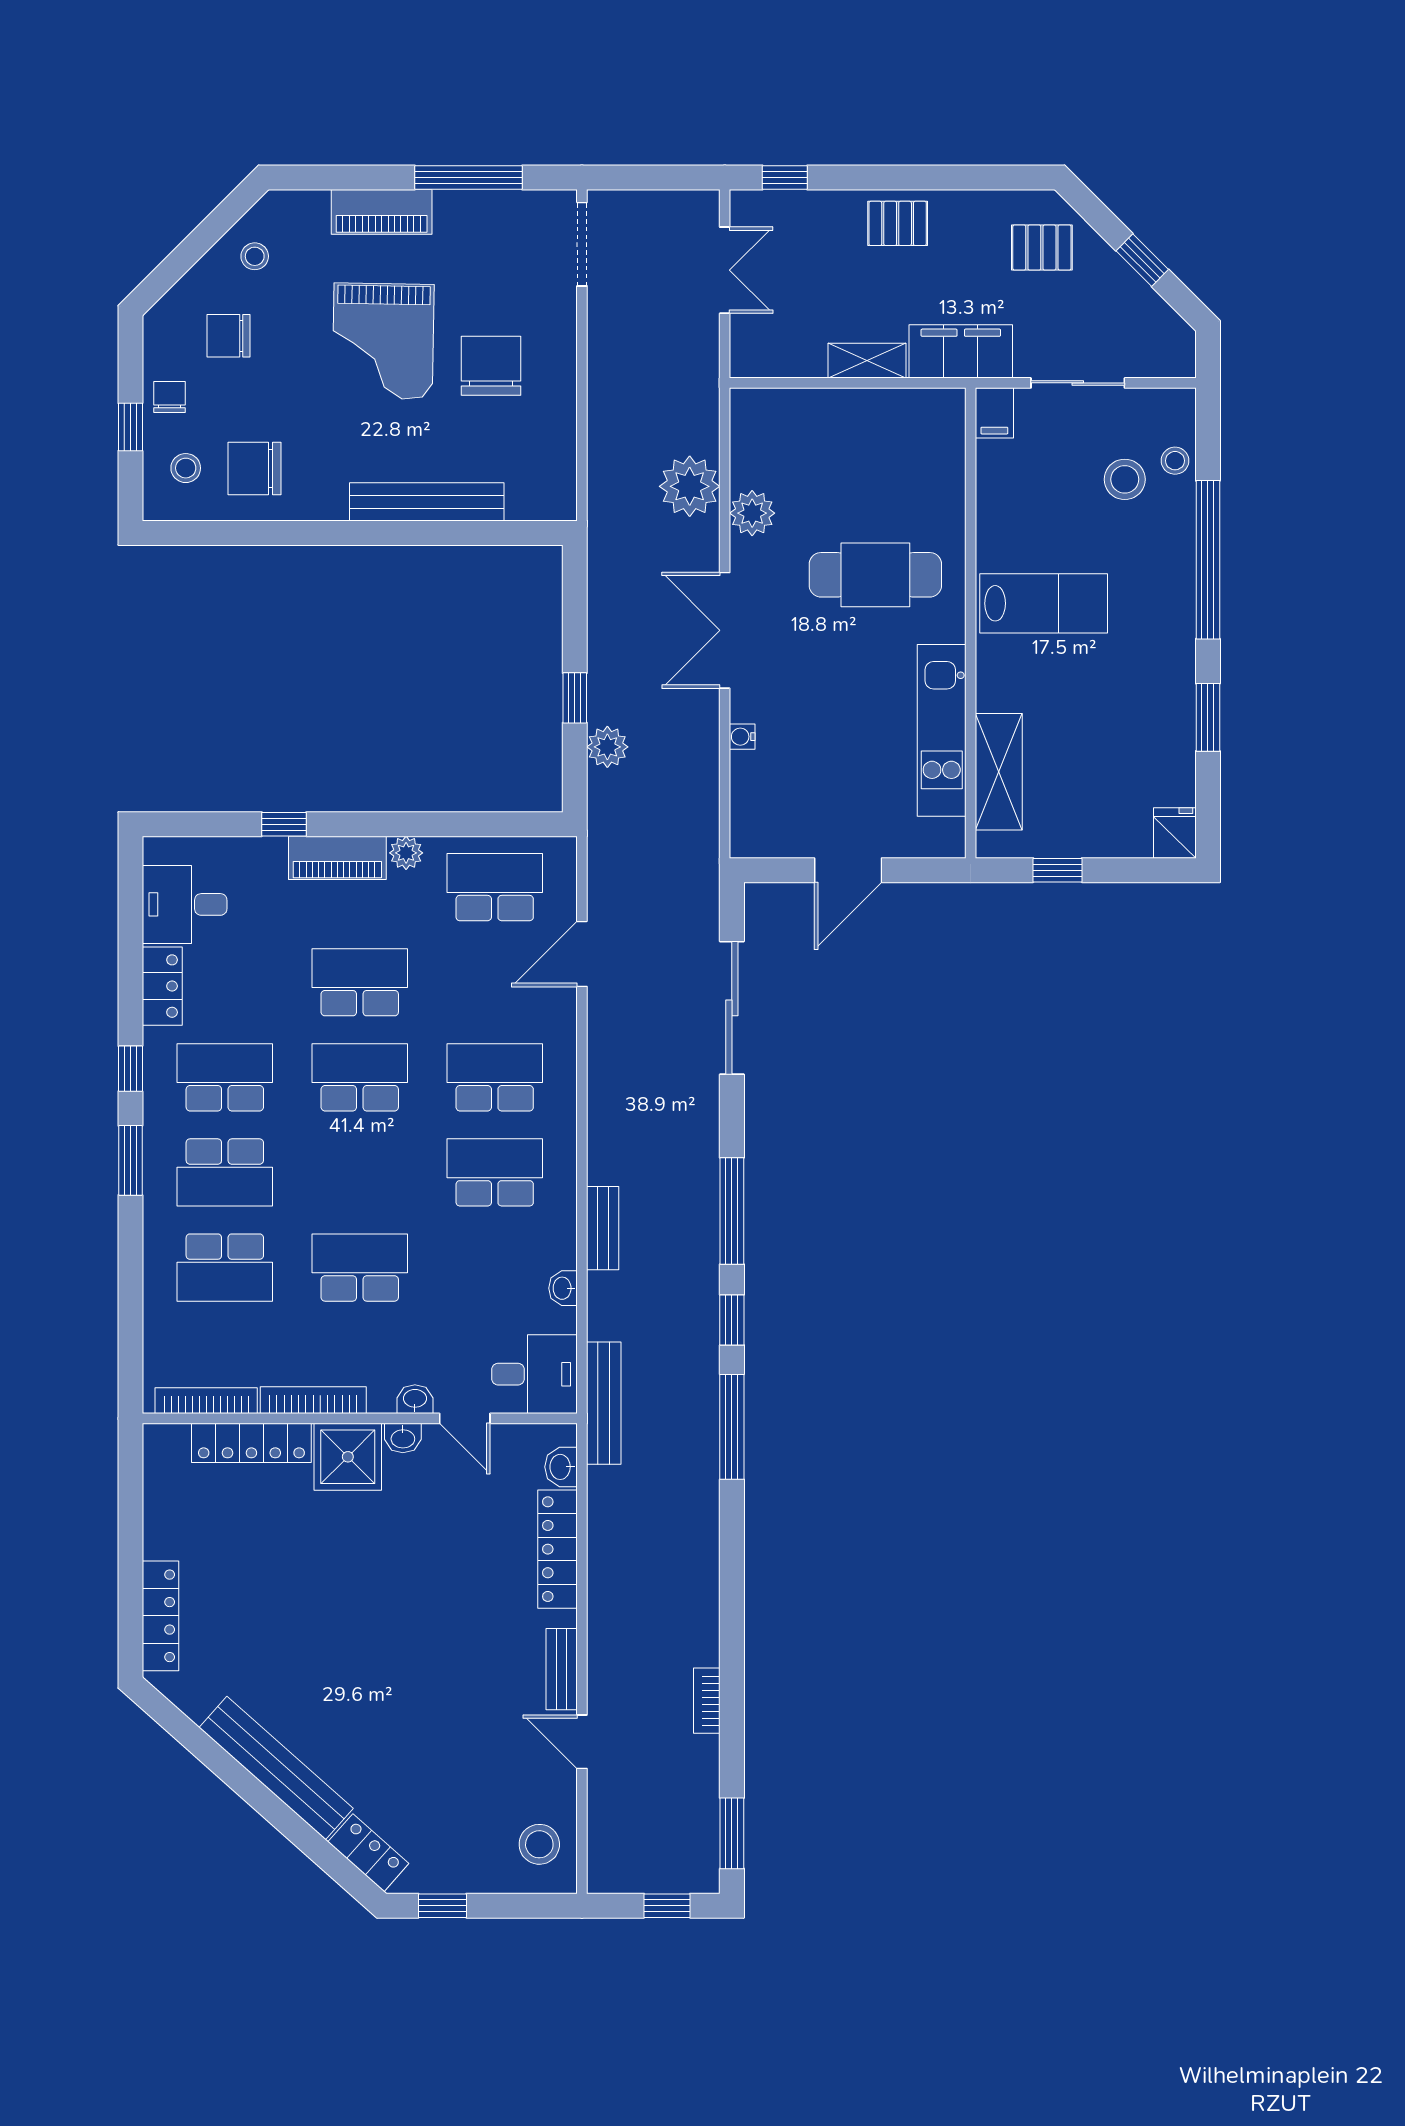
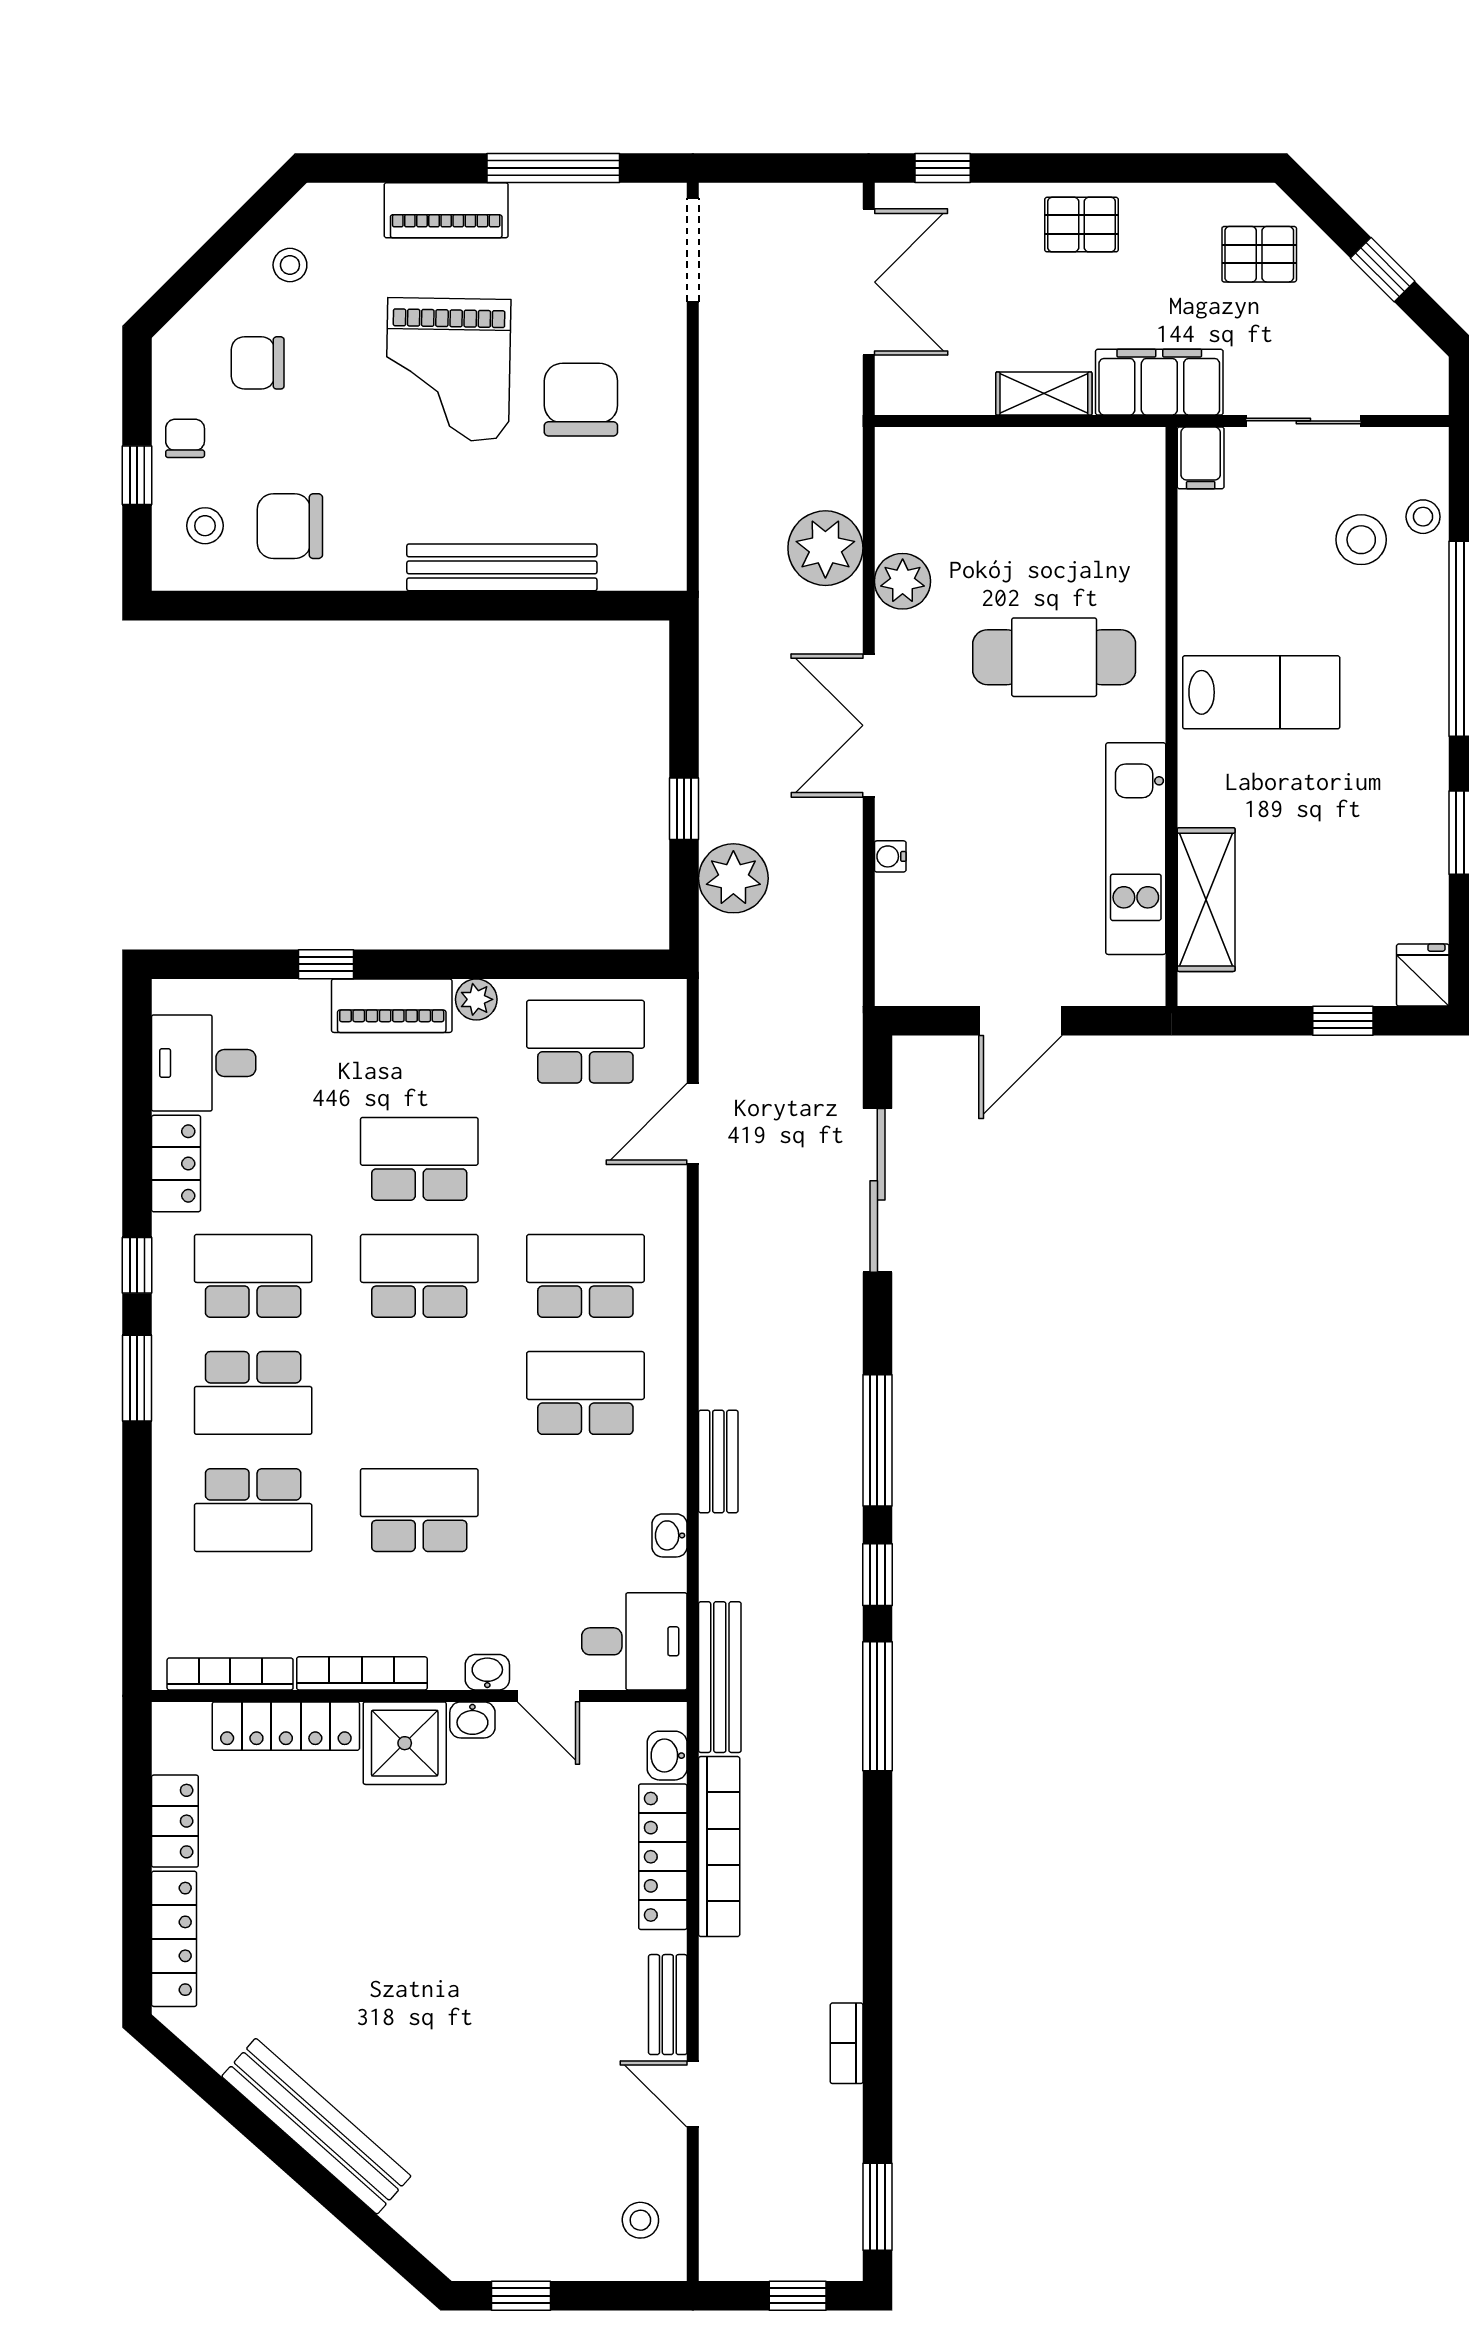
double door: (725, 270) -> (869, 282), width x1.37
plant: (607, 747) -> (733, 878), width x1.36, depth x1.36
window: (1057, 870) -> (1343, 1021), moved
bookcase: (603, 1541) -> (719, 1847), added
stool: (539, 1844) -> (640, 2220), width x0.73, depth x0.73
locker: (368, 1853) -> (175, 1821), moved, turned 48

